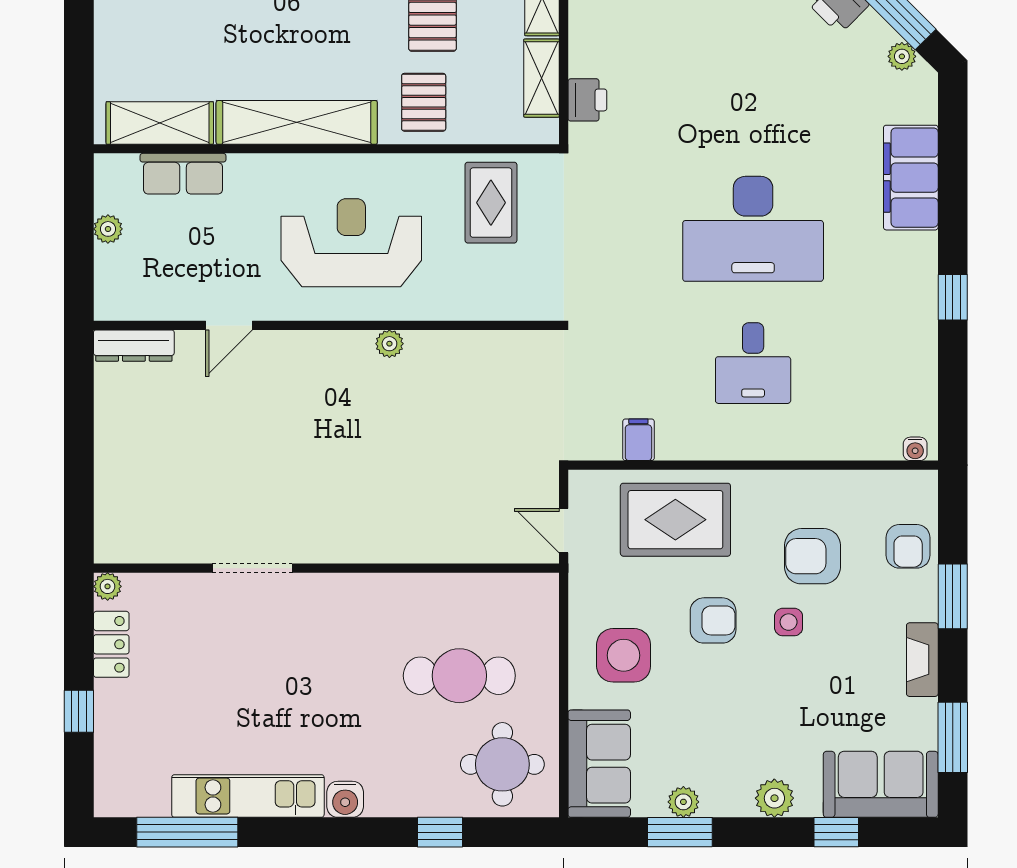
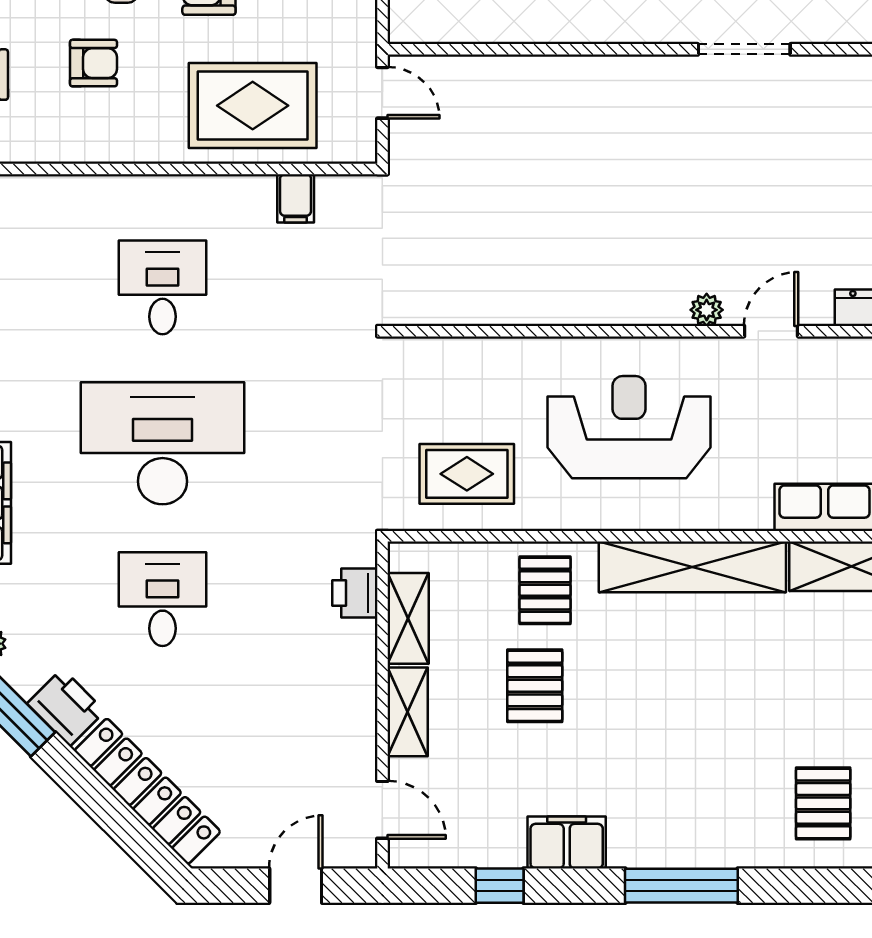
desk: (753, 95) -> (162, 599), added
rug: (491, 203) -> (467, 474), turned 90
reception desk: (351, 243) -> (629, 427), turned 180
plant: (389, 344) -> (707, 310), moved
armchair: (812, 556) -> (93, 63), width x0.72, depth x0.72

